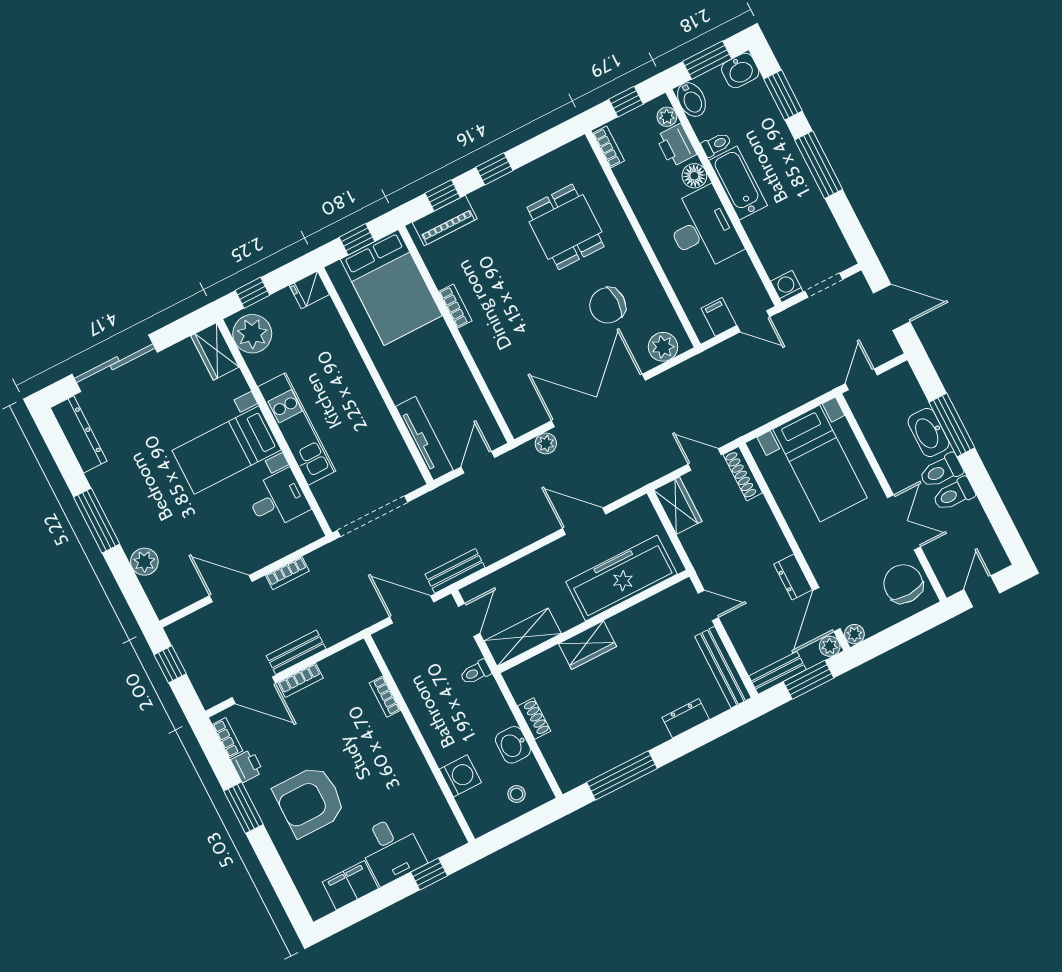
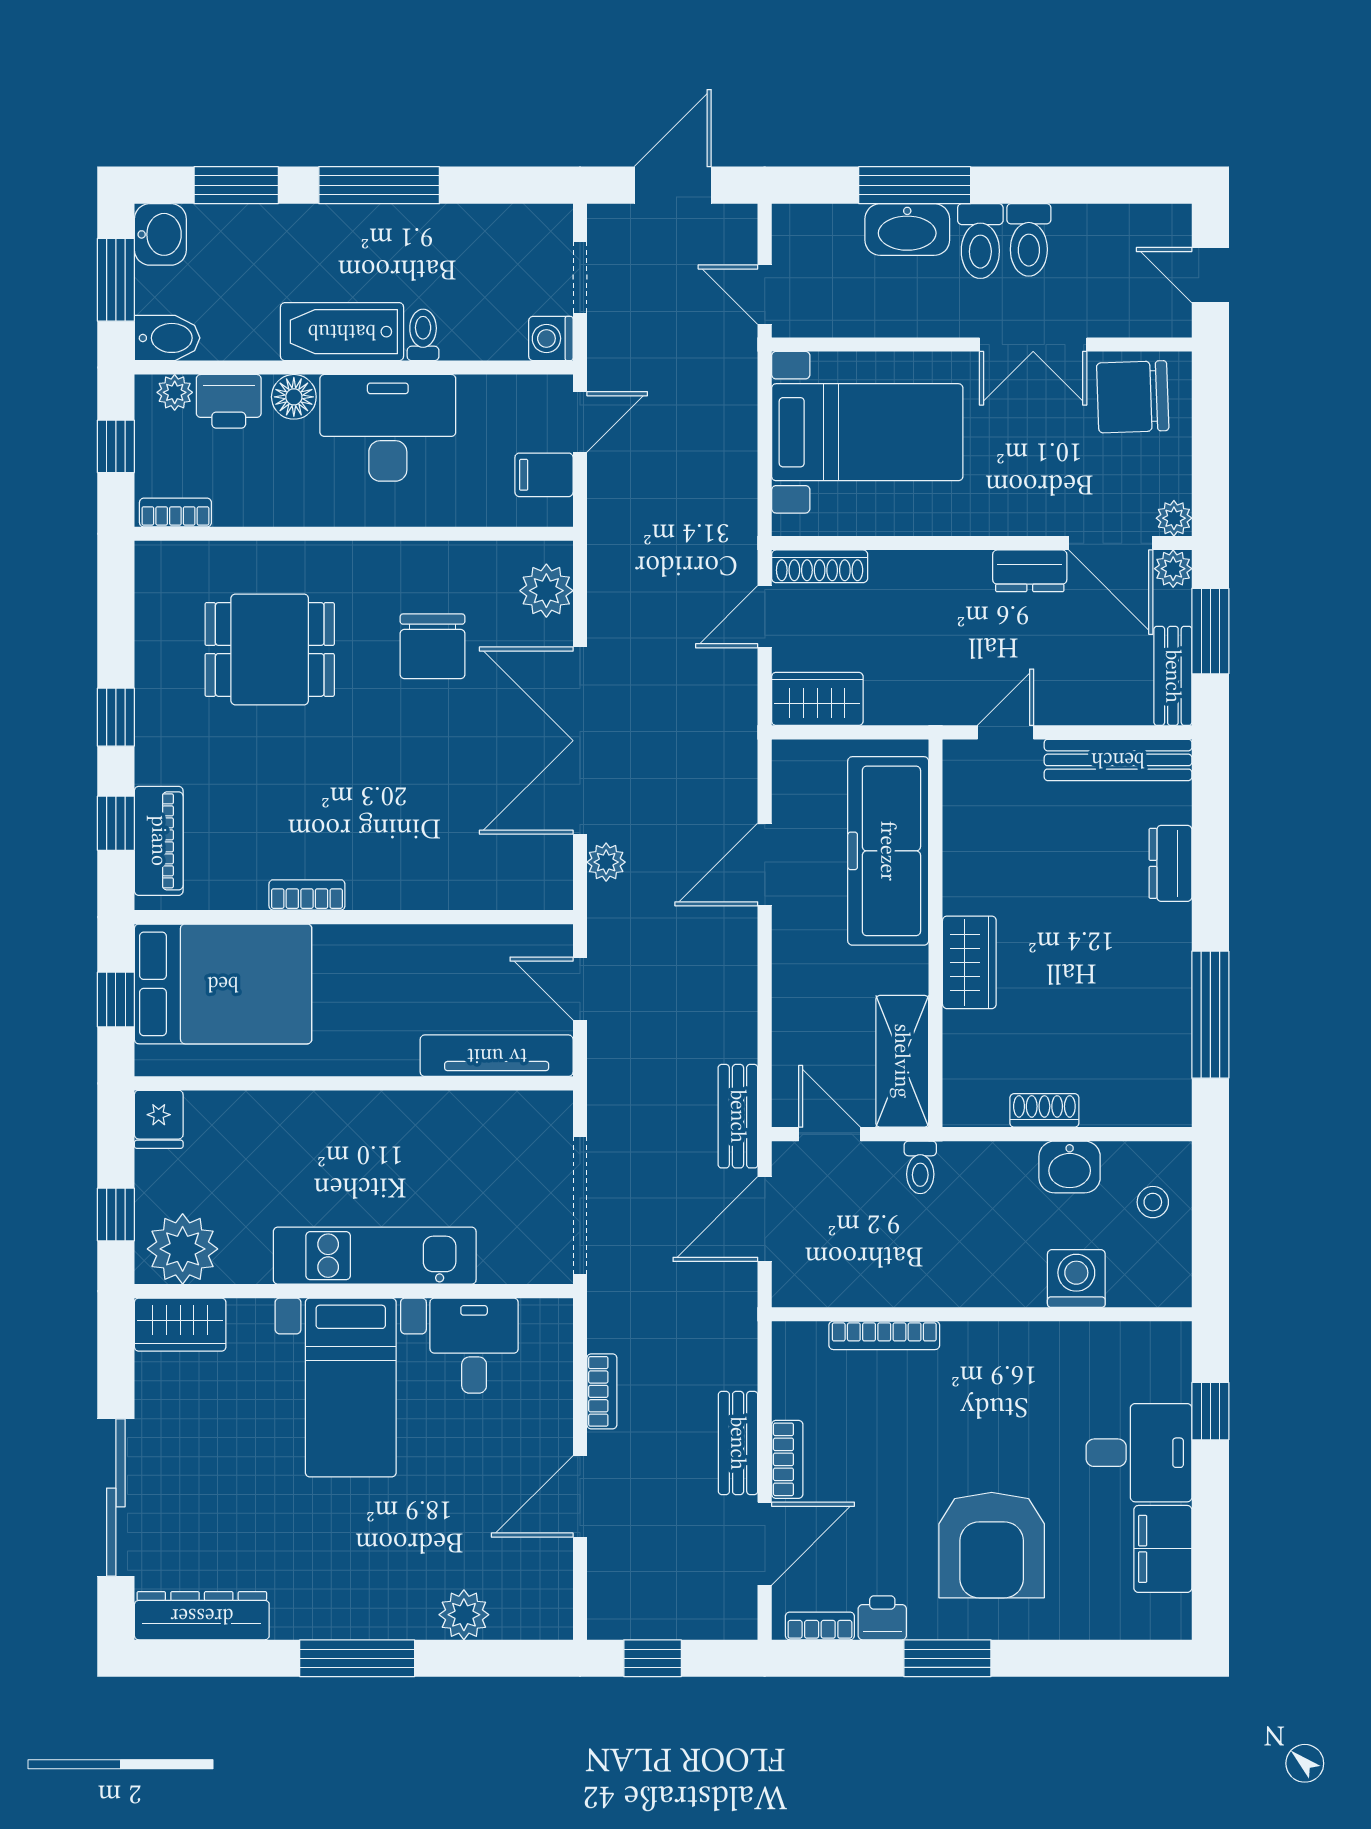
toilet: (716, 144) -> (423, 335), moved
double door: (904, 522) -> (1033, 344), swing flipped
bookcase: (385, 697) -> (884, 1335), width x1.56

